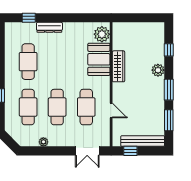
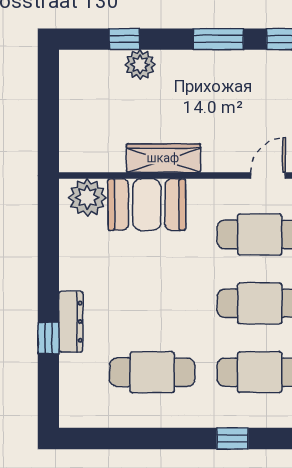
window: (29, 18) -> (48, 338), moved
plant: (158, 70) -> (140, 65), moved

